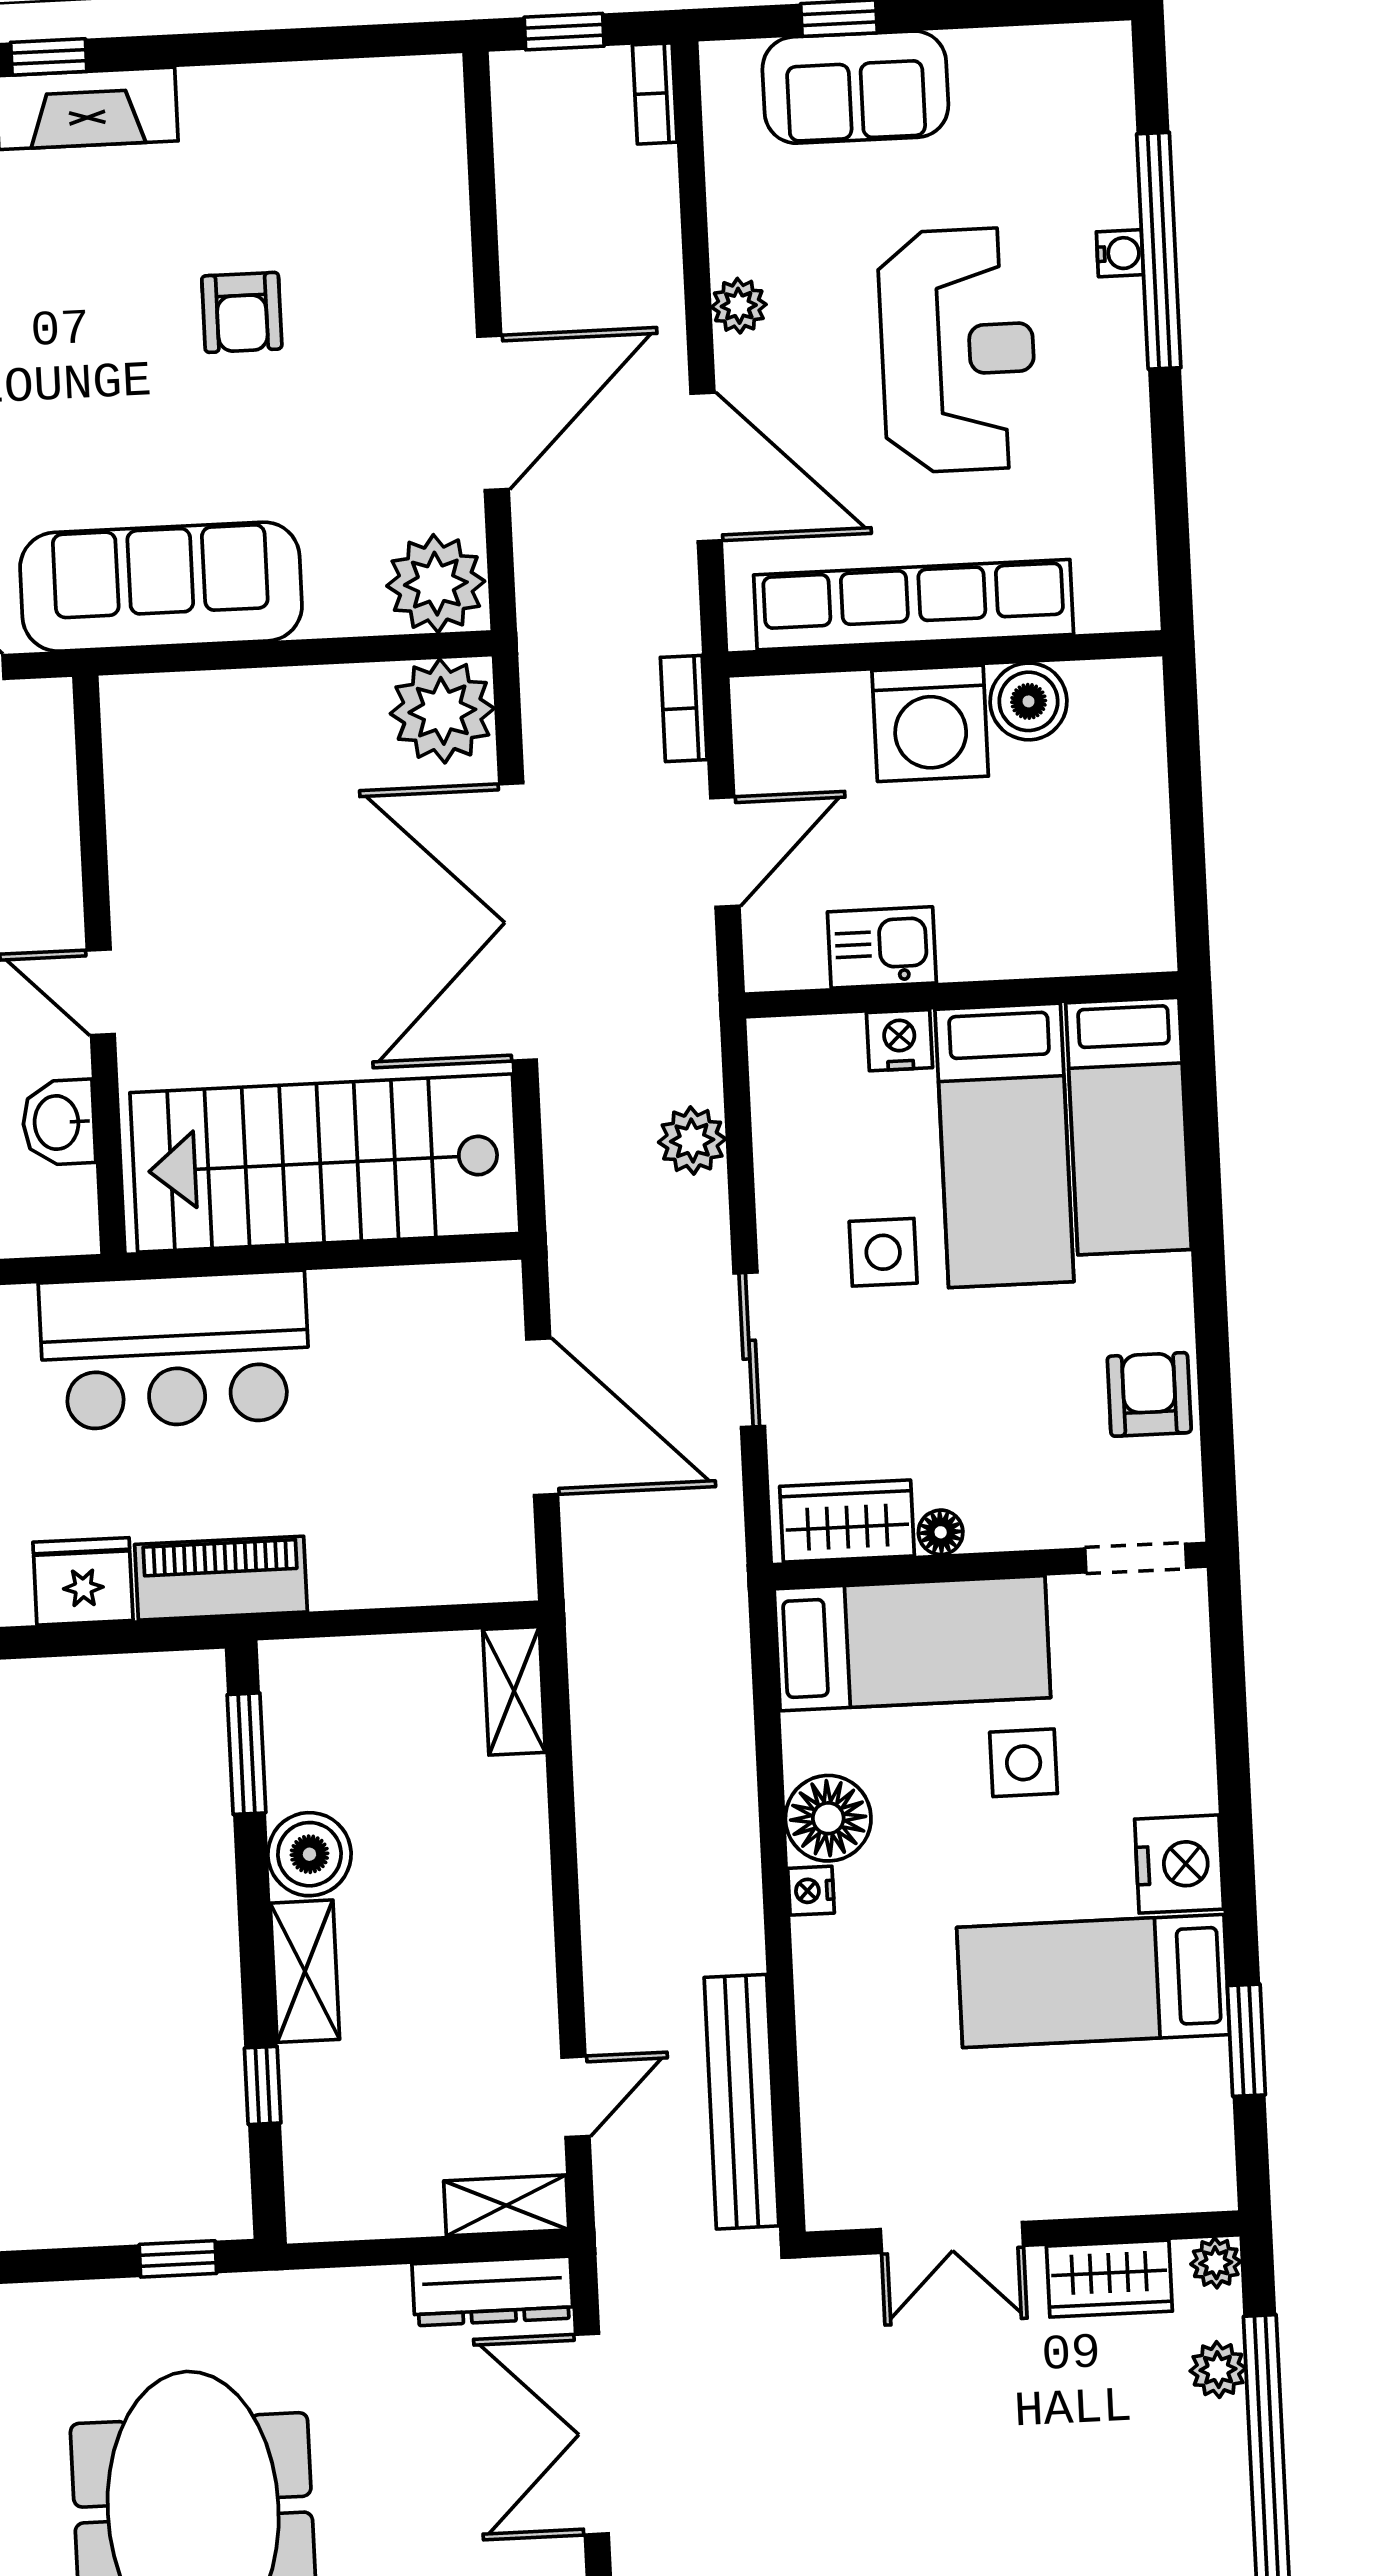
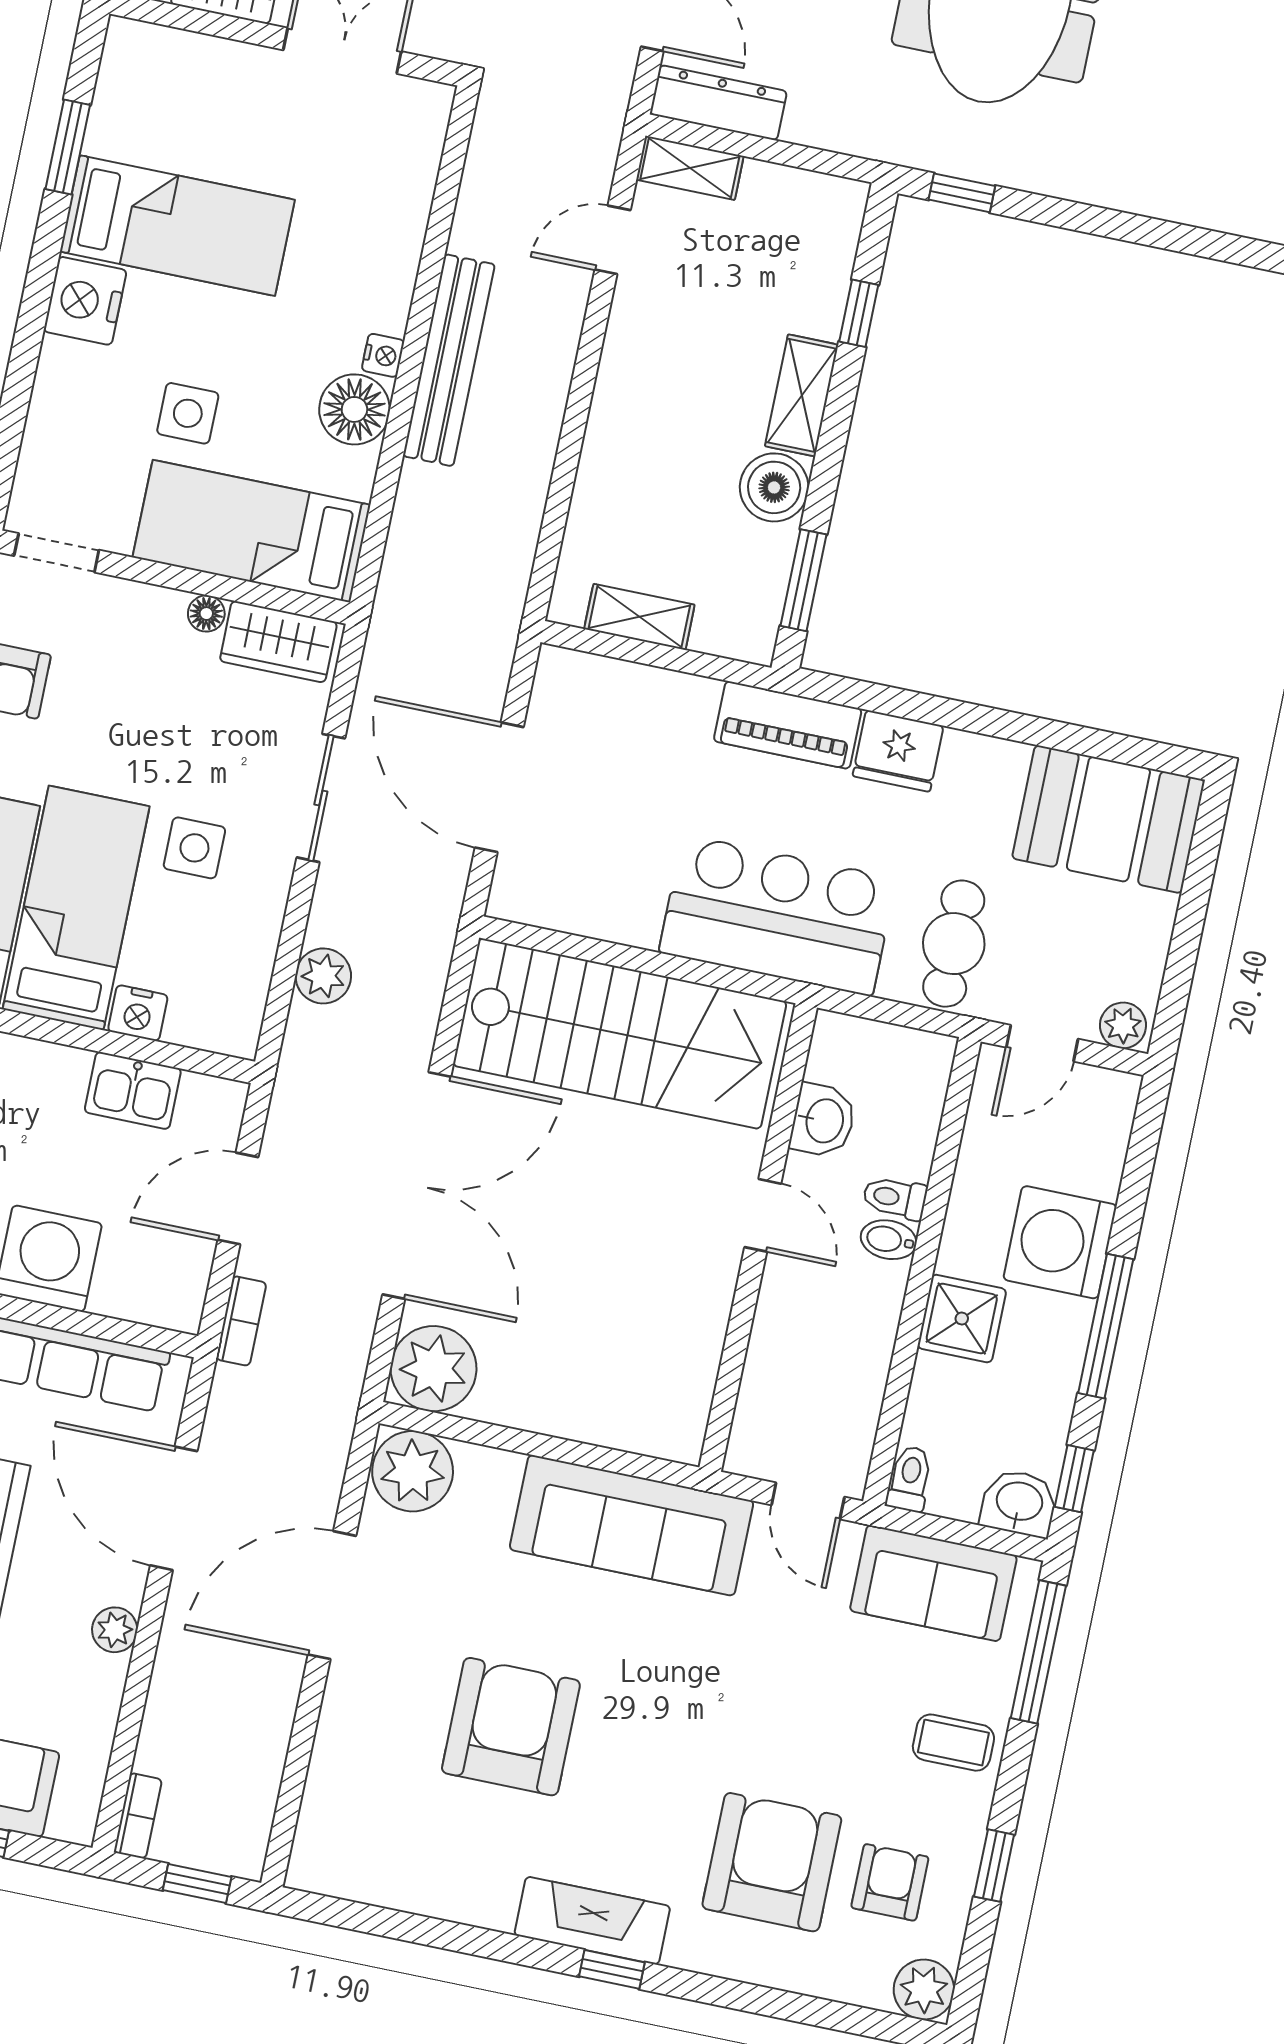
armchair: (242, 312) -> (511, 1727), width x1.88, depth x1.88
shelving: (514, 1691) -> (639, 617), moved, turned 90
bench: (741, 2102) -> (449, 360), moved

